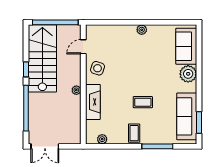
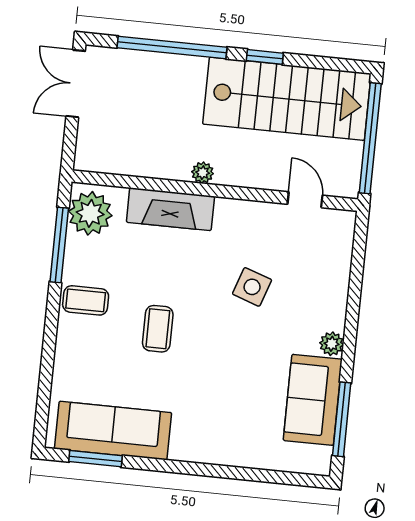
window: (172, 22) -> (342, 419), added
sofa: (186, 46) -> (313, 400), moved, turned -90
side table: (98, 68) -> (252, 287), moved
plant: (188, 74) -> (215, 444), removed
plant: (102, 139) -> (90, 213), width x1.88, depth x1.88
window: (157, 146) -> (59, 245), moved

